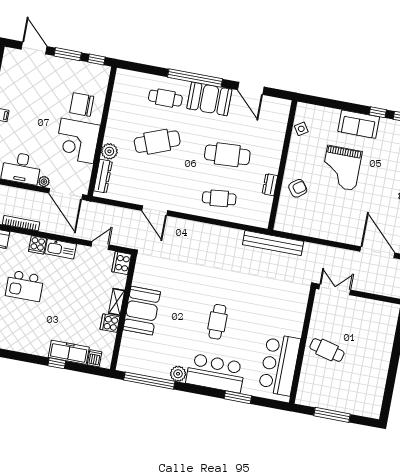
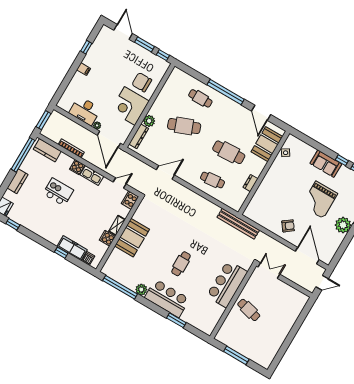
booth: (209, 99) -> (267, 144), moved, turned 90
grand piano: (341, 168) -> (319, 200), moved
armchair: (298, 188) -> (288, 226), moved
door: (155, 210) -> (165, 172), swing flipped
kitchen island: (25, 286) -> (58, 192), turned 180
bar counter: (279, 365) -> (227, 284), moved

